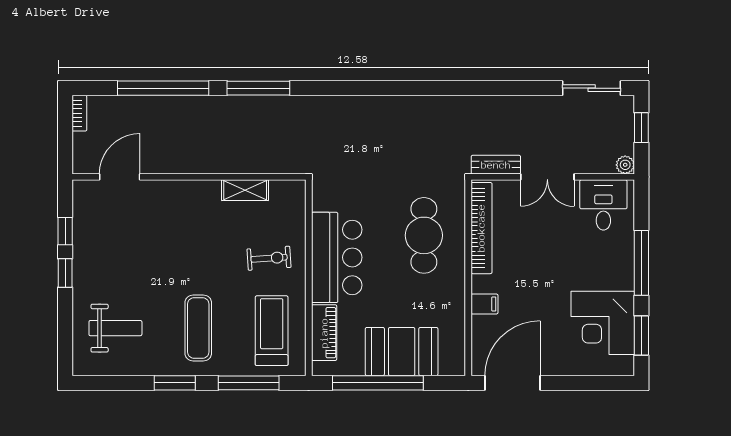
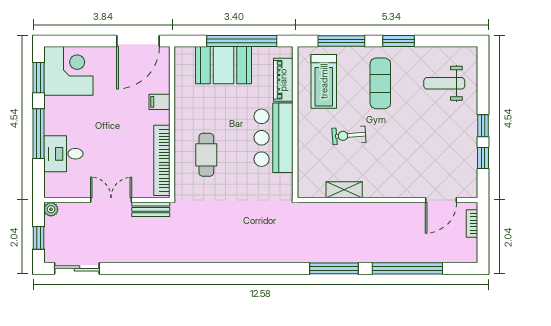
bookcase: (79, 113) -> (472, 223), moved
desk: (603, 205) -> (63, 154), moved, turned 90
cafe table: (424, 235) -> (206, 155), width x0.73, depth x0.74
exercise bike: (269, 258) -> (349, 135), moved
corner desk: (603, 323) -> (68, 71), moved

